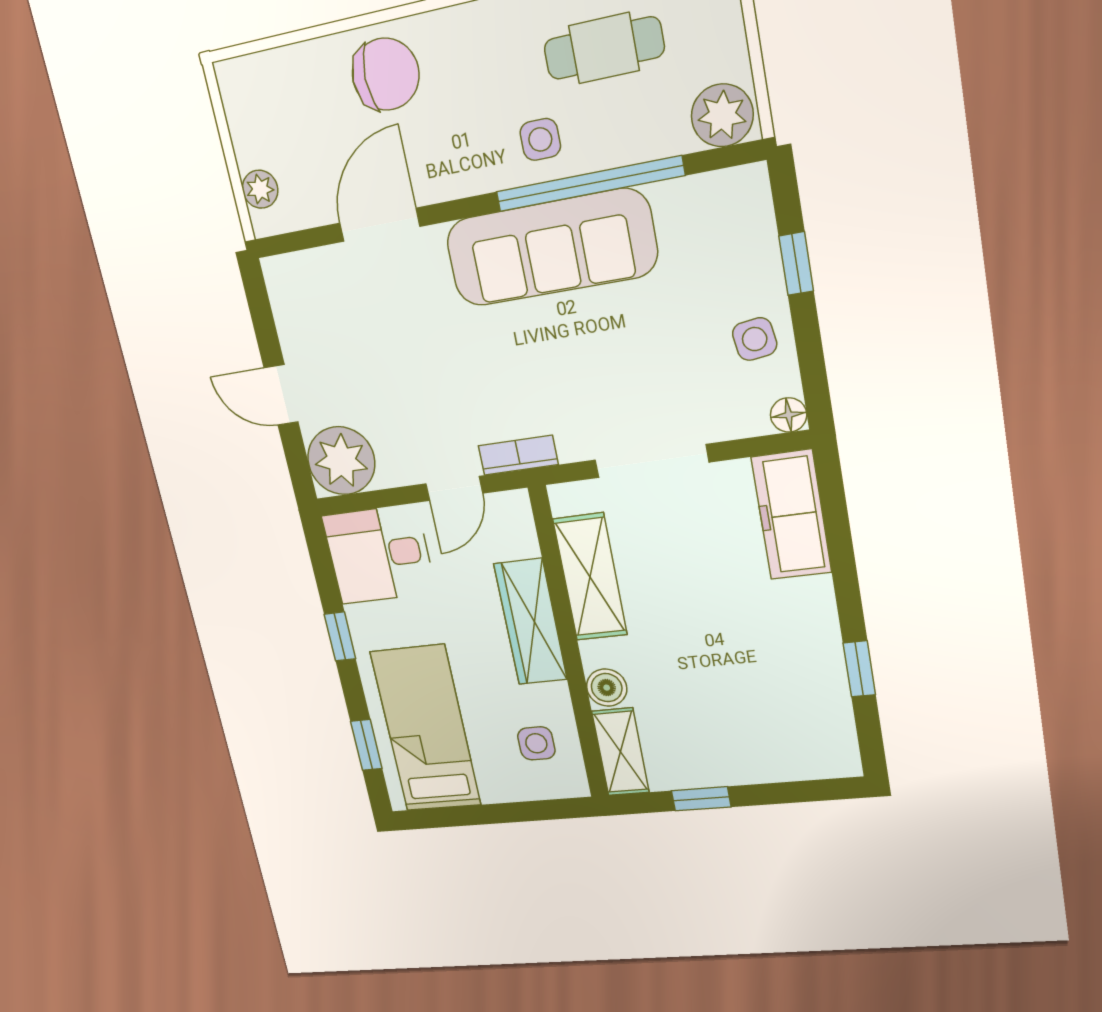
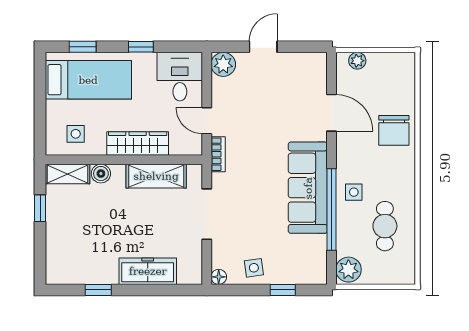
plant: (341, 461) -> (223, 64), width x0.73, depth x0.73
freezer: (791, 515) -> (148, 271), moved

